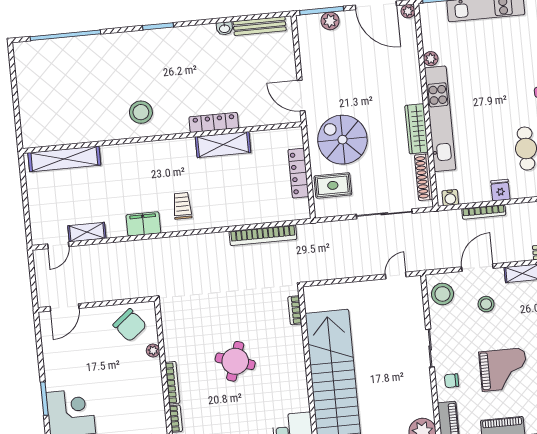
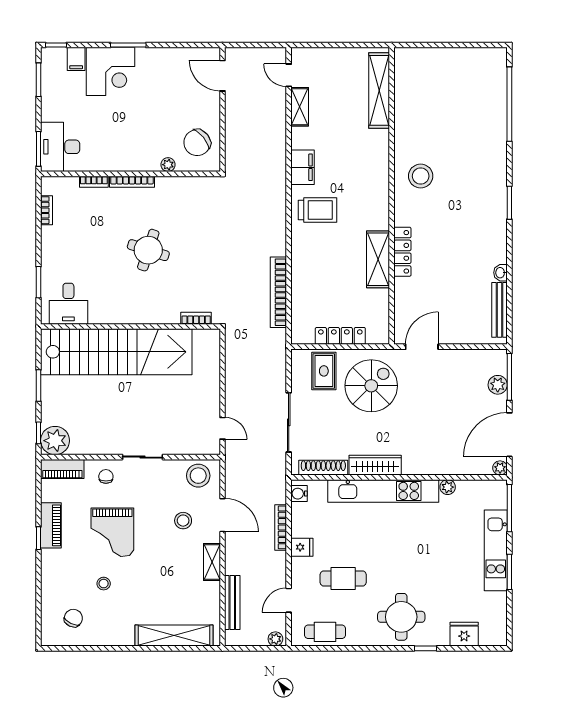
trolley: (182, 206) -> (318, 210), width x1.36, depth x1.39

